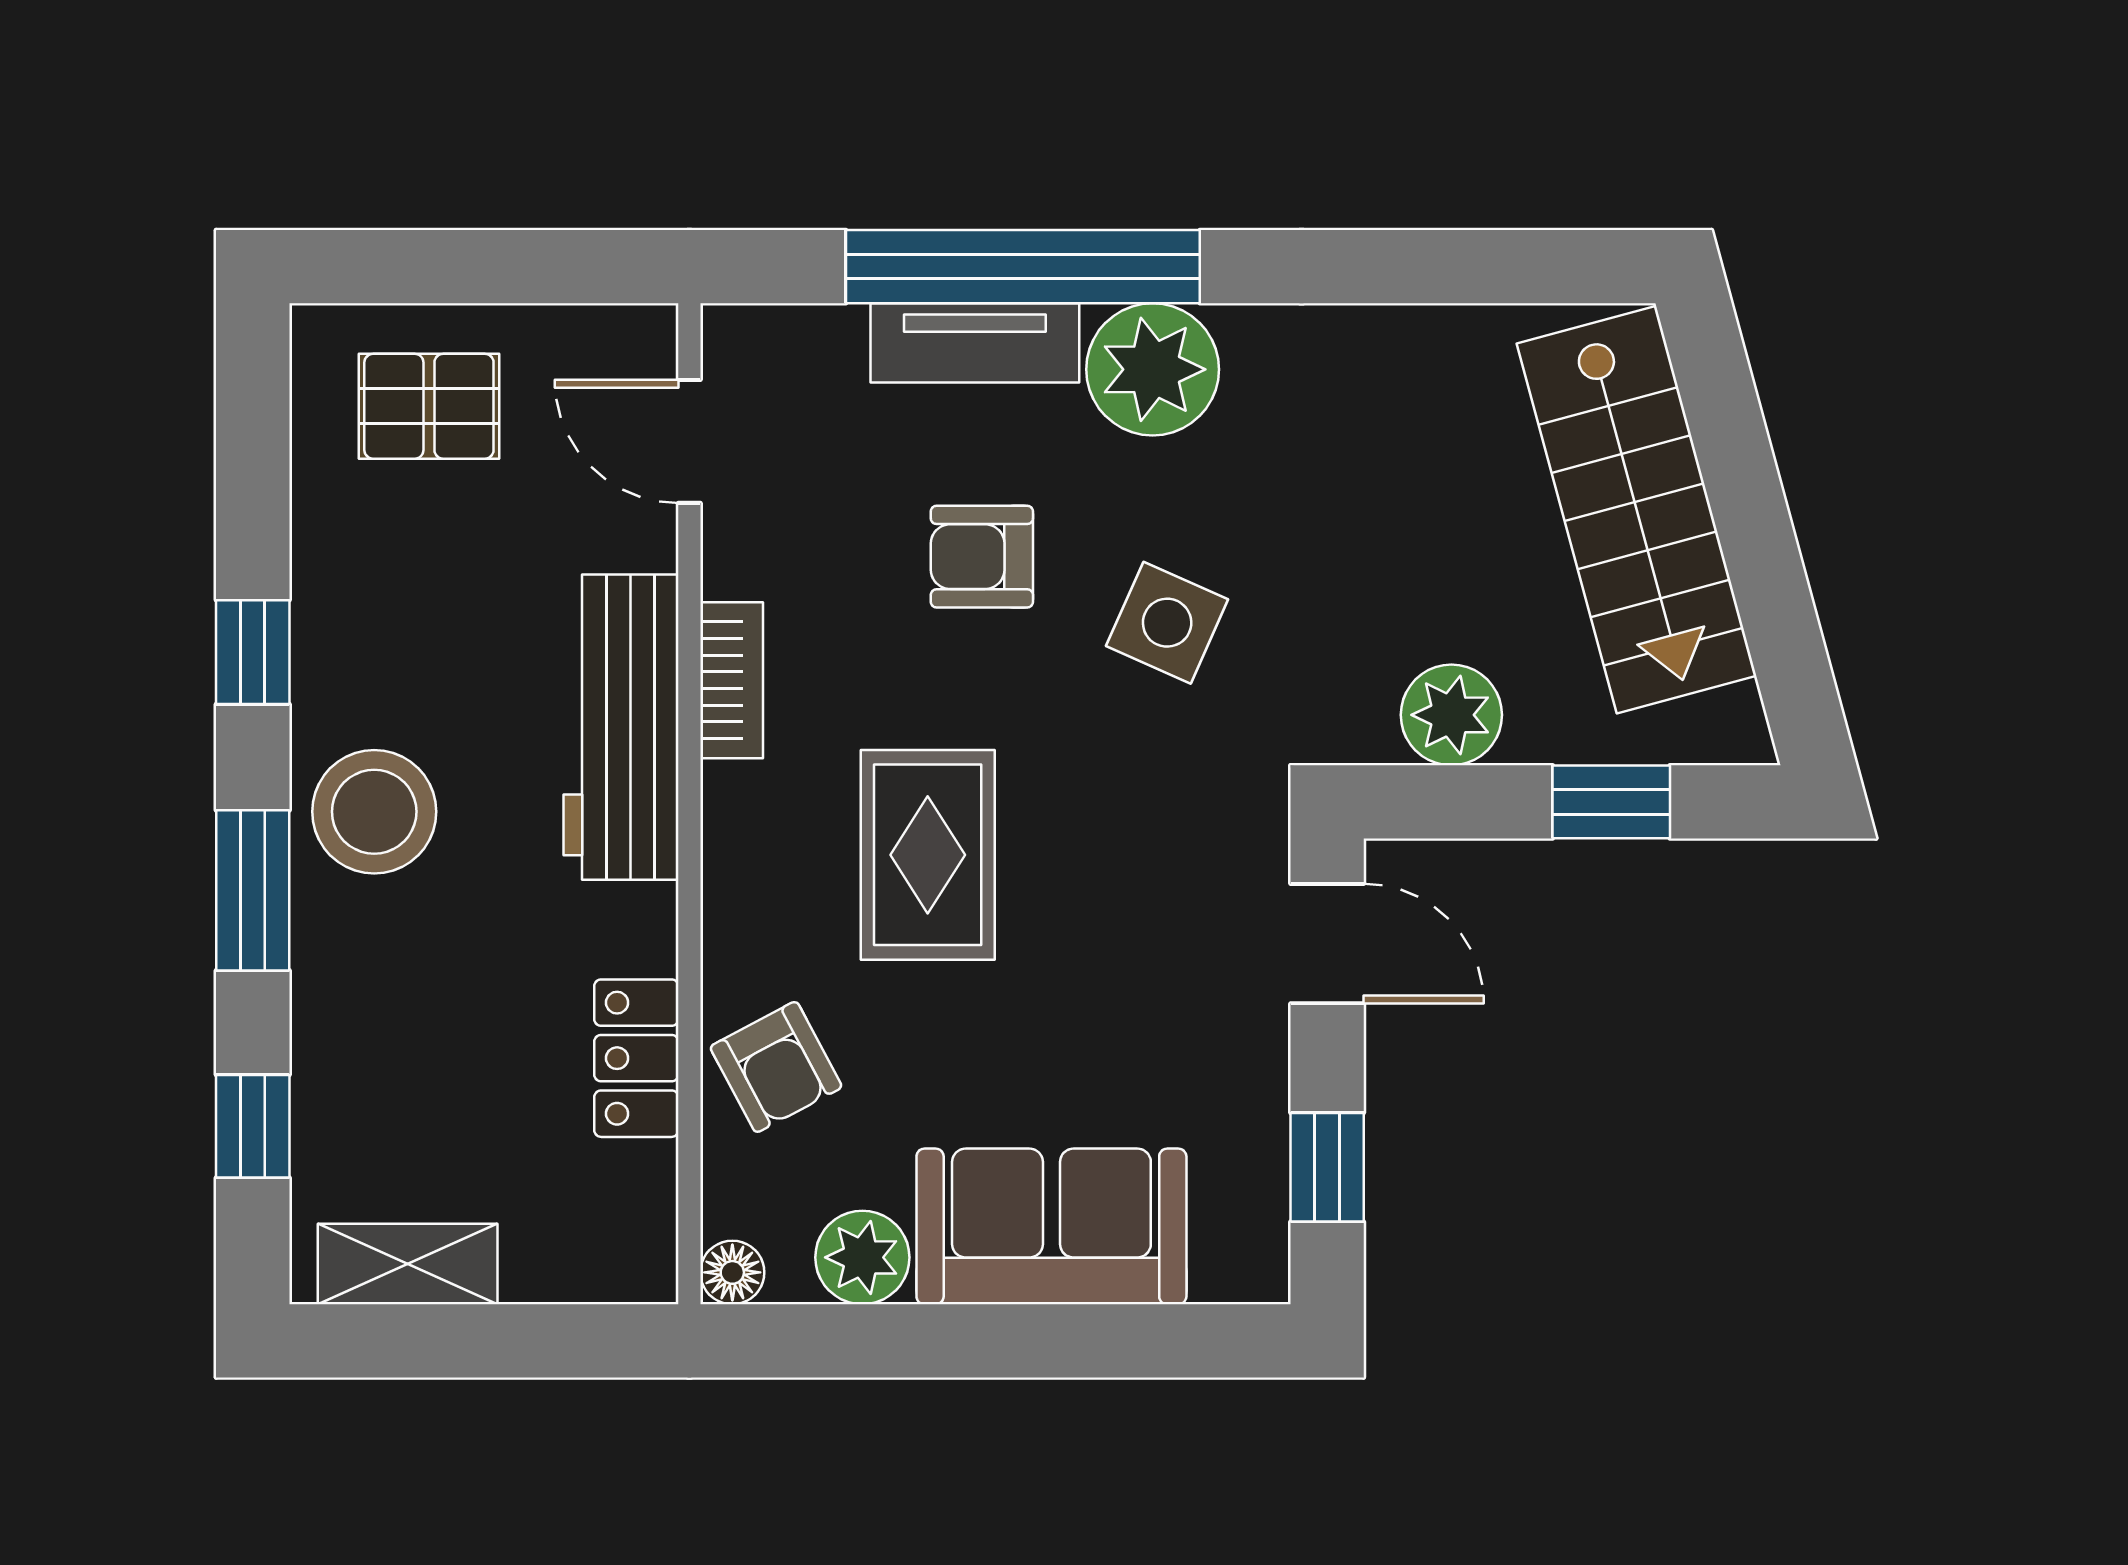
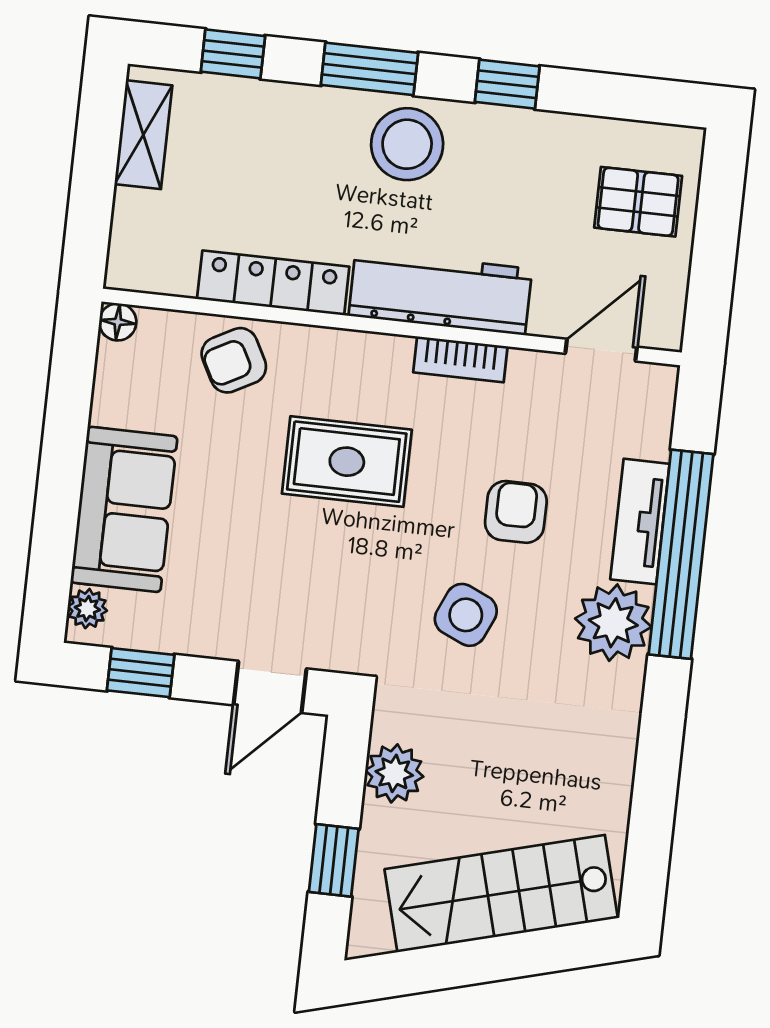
pallet: (429, 406) -> (638, 202), turned 90
locker: (636, 1058) -> (273, 283), width x1.53
plant: (862, 1257) -> (87, 609), moved, width x0.73, depth x0.73

